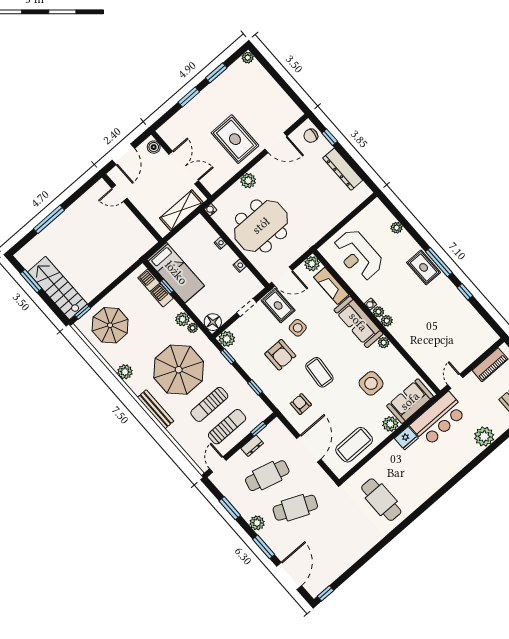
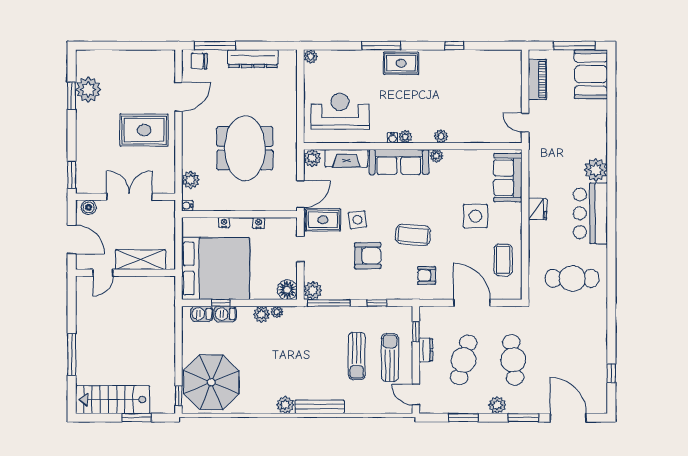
plant: (248, 58) -> (88, 90), moved, width x1.88, depth x1.88
window: (189, 97) -> (72, 175), moved
chair: (311, 136) -> (199, 61), turned 83
window: (330, 137) -> (215, 46), width x2.17
plant: (248, 181) -> (191, 180), moved
shelving: (181, 210) -> (141, 260), moved, turned 90
meeting table: (261, 226) -> (245, 148), moved
plant: (397, 228) -> (311, 56), moved
reception desk: (358, 255) -> (340, 111), turned 180
window: (439, 262) -> (381, 46), moved
bed: (176, 273) -> (215, 269), width x2.04
window: (31, 281) -> (137, 418), moved
stairs: (57, 288) -> (113, 400), moved
plant: (387, 321) -> (441, 136), moved
parasol: (110, 325) -> (211, 382), width x1.36, depth x1.36
window: (228, 356) -> (329, 303), width x2.17
parasol: (179, 370) -> (303, 356), removed
plant: (125, 372) -> (285, 405), moved
side table: (371, 383) -> (475, 216), moved
bar counter: (438, 419) -> (590, 213), moved, turned 180
plant: (390, 424) -> (513, 212), removed
plant: (484, 437) -> (596, 170), moved
coffee table: (354, 445) -> (503, 260), width x0.73, depth x0.76
cafe table: (295, 508) -> (513, 360), turned -30
window: (325, 593) -> (611, 373), moved

